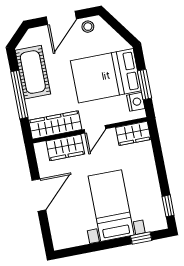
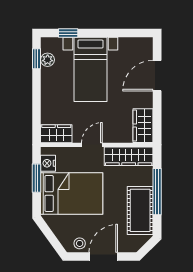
wardrobe: (65, 147) -> (143, 126), moved, turned -90
door: (39, 195) -> (157, 76), moved
plant: (157, 207) -> (48, 60), added

